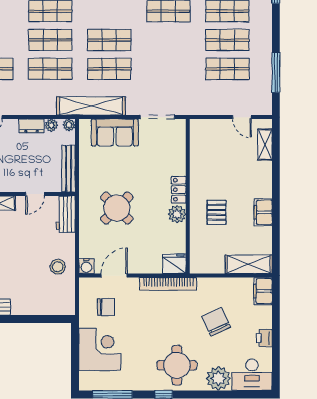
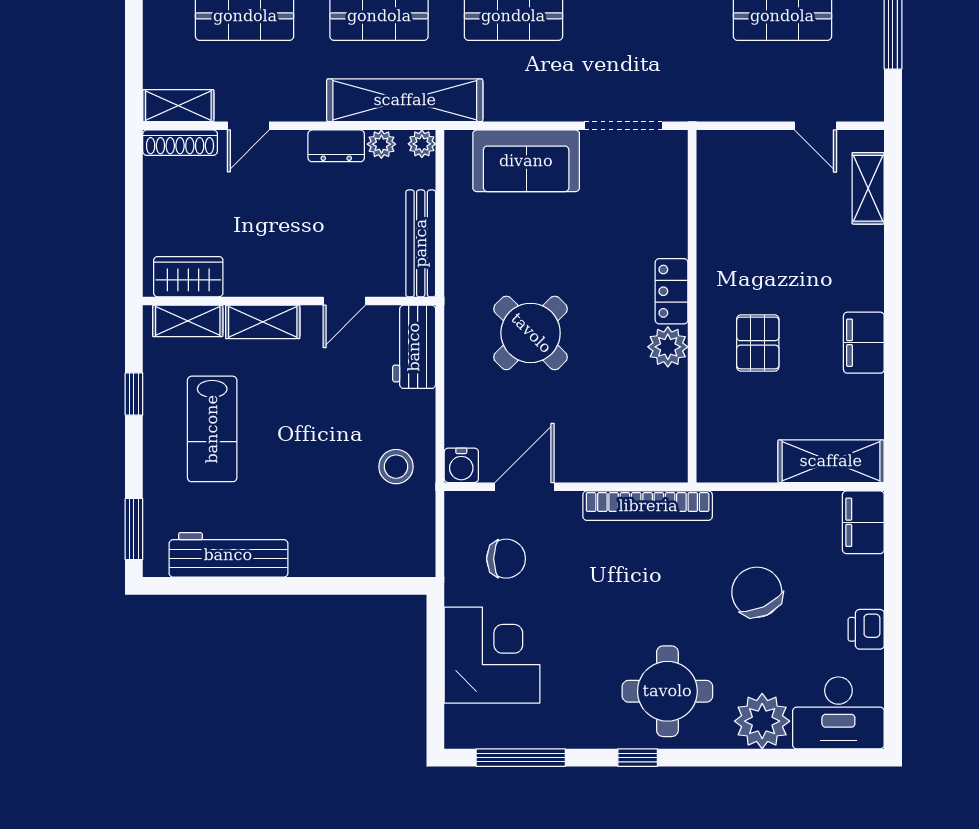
shelving: (91, 106) -> (405, 100), moved
fridge: (174, 264) -> (662, 460), removed

